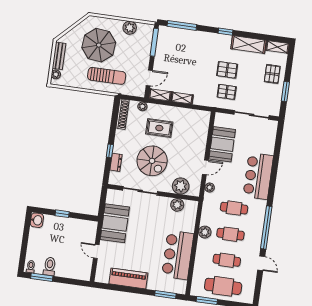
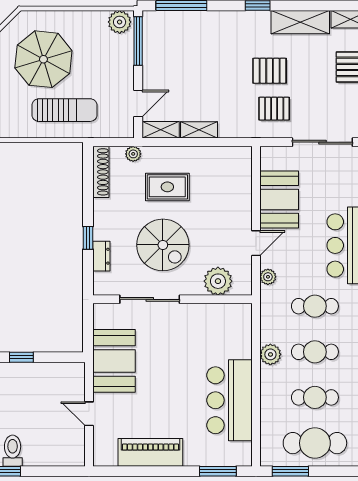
plant: (130, 28) -> (120, 22), moved
plant: (177, 205) -> (217, 314), removed

